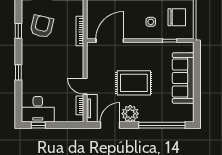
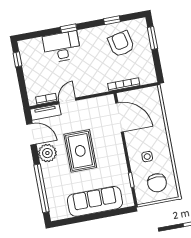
armchair: (42, 26) -> (121, 44), turned -115
desk: (38, 109) -> (62, 47), moved, turned 90

